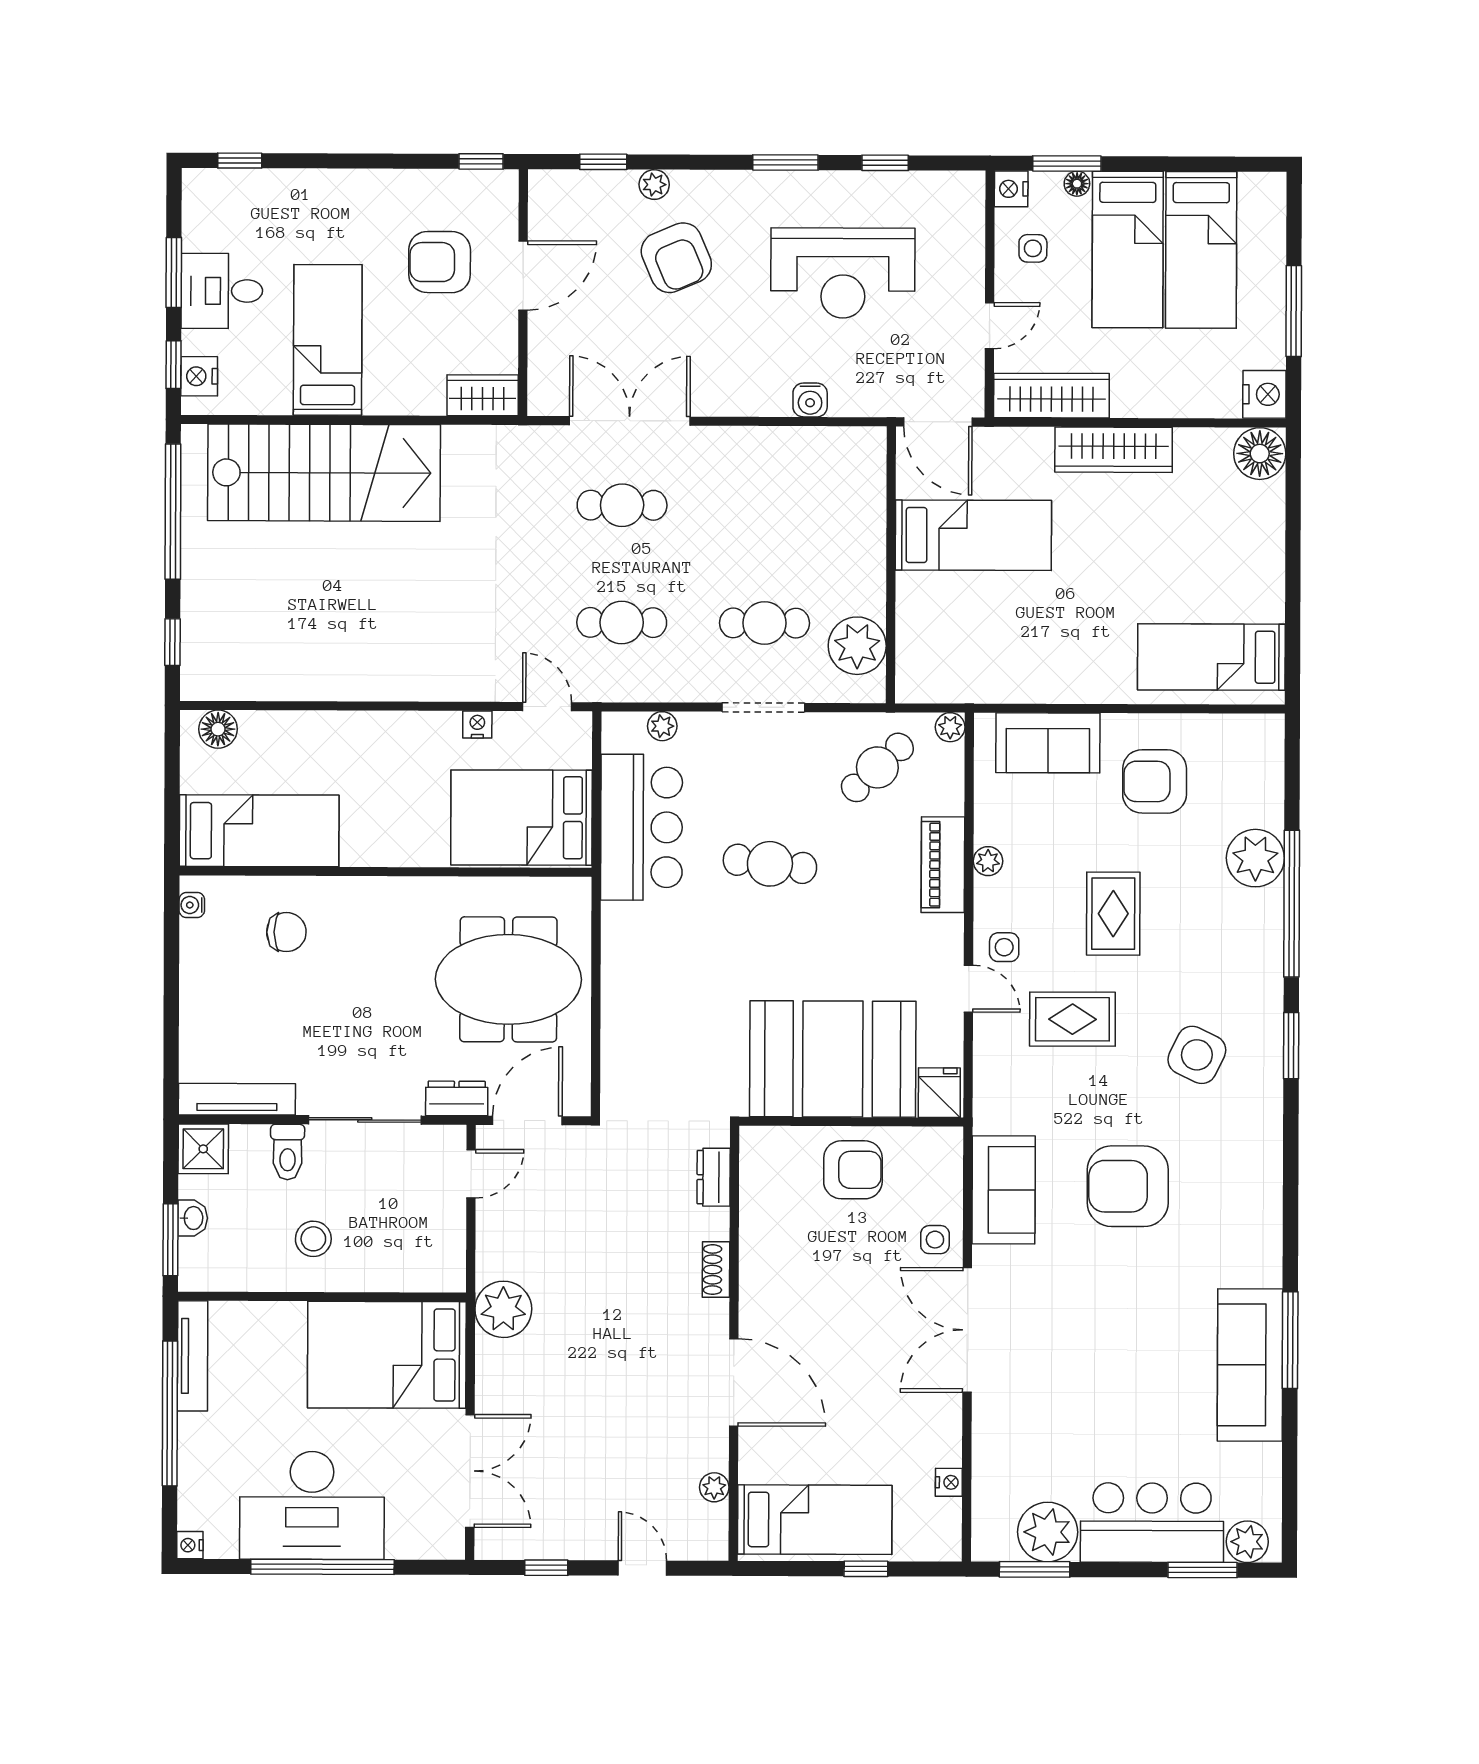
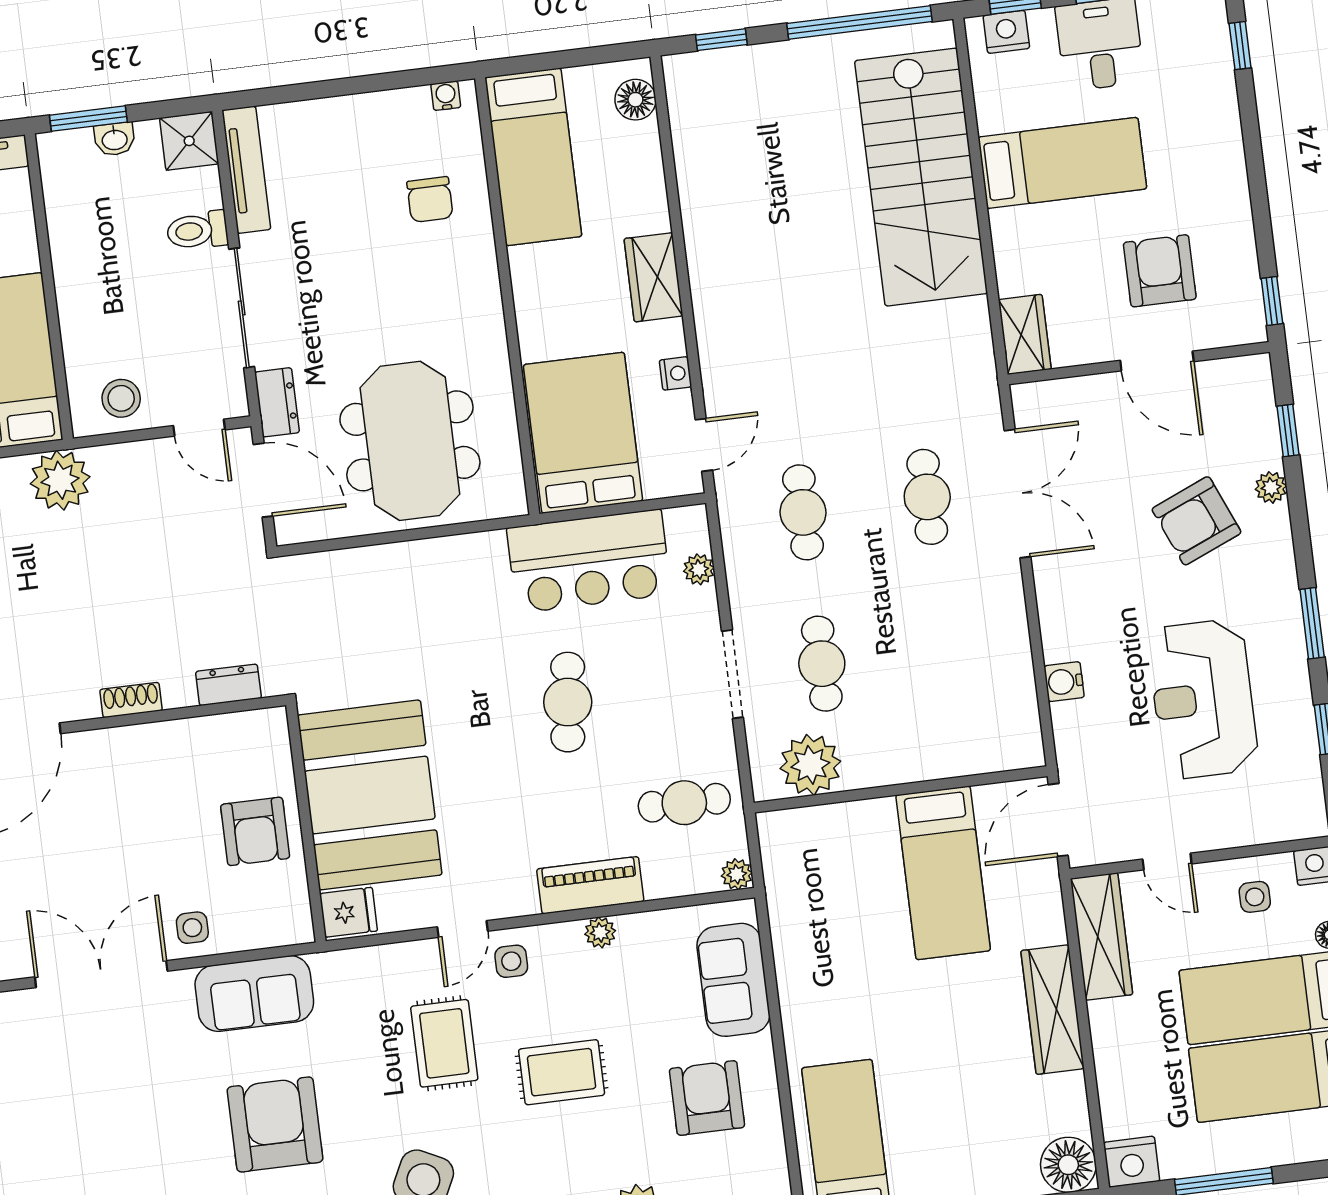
wardrobe: (385, 733) -> (654, 277), added
cafe table: (877, 767) -> (684, 803), turned -47
stool: (313, 1239) -> (121, 398), moved

